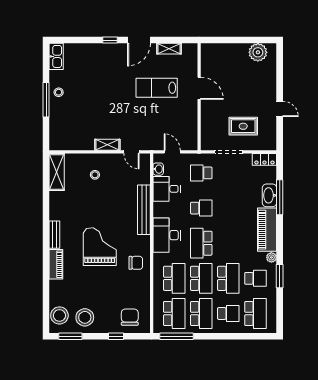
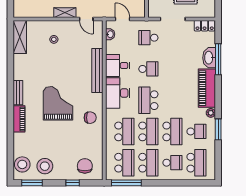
desk: (167, 189) -> (118, 66), moved

